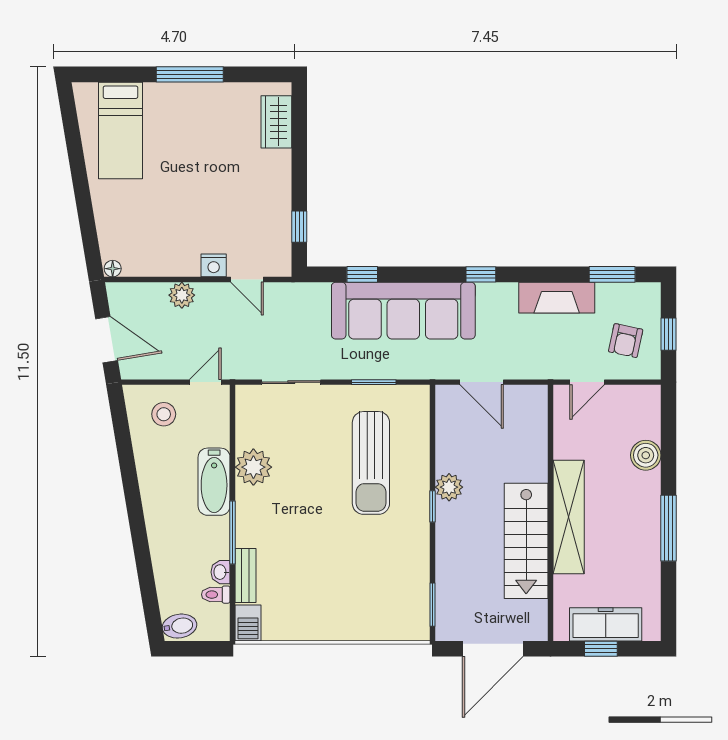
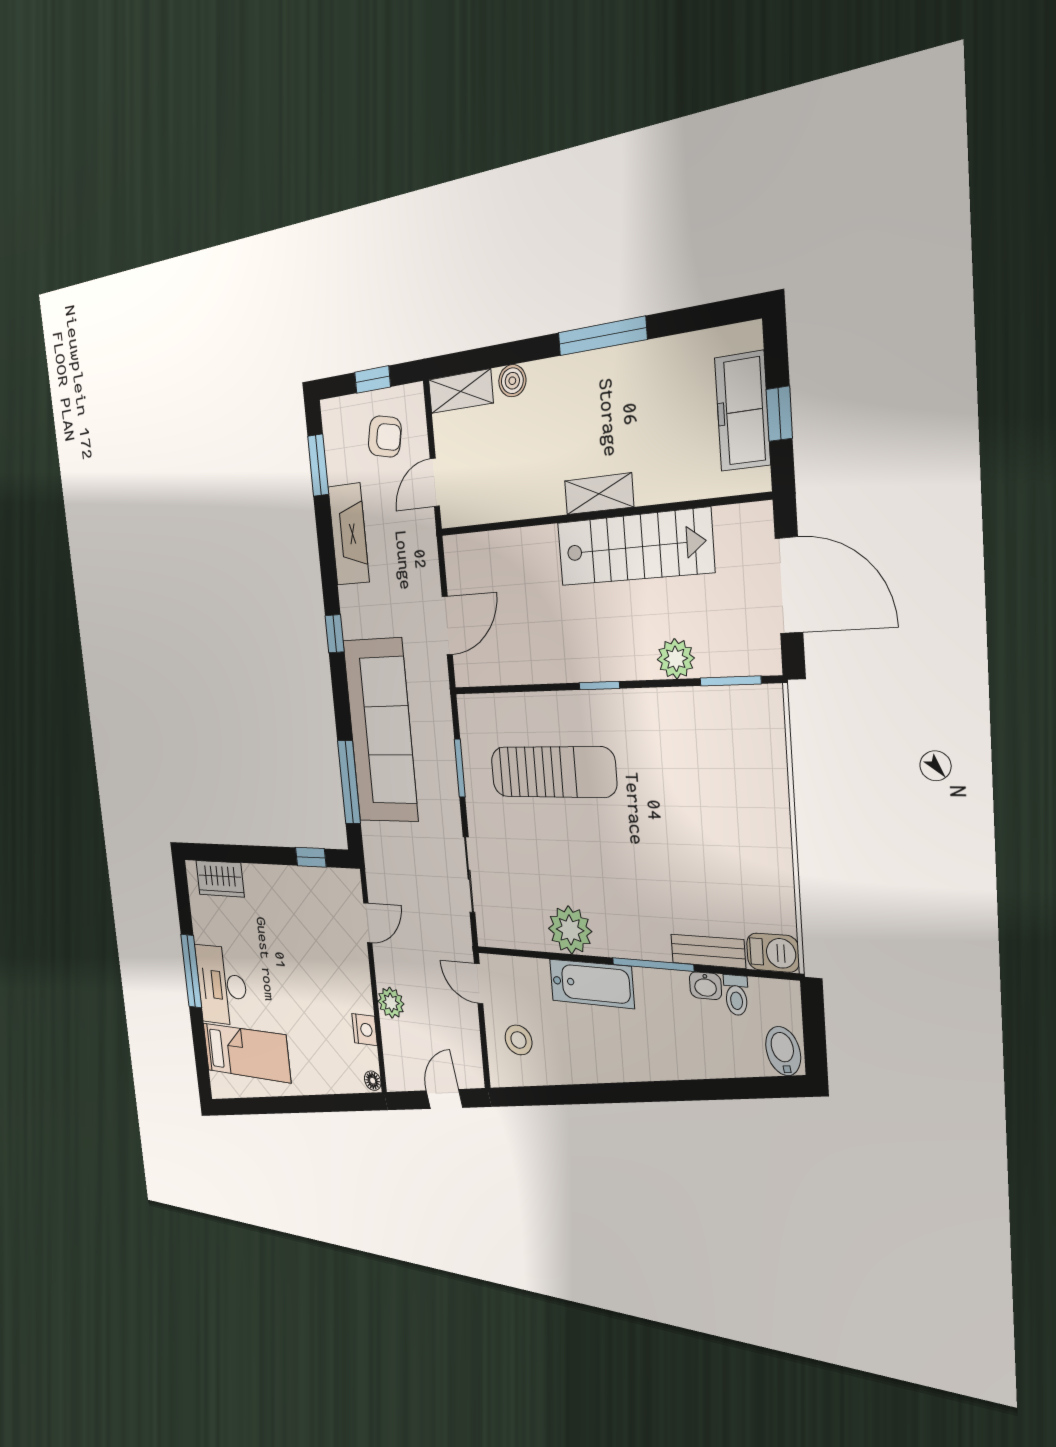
desk: (180, 110) -> (222, 985), added
nightstand: (214, 265) -> (365, 1030), moved
window: (362, 274) -> (349, 782), width x2.17
door: (107, 340) -> (444, 1099), width x0.73
door: (587, 382) -> (435, 482), swing flipped
shelving: (649, 411) -> (461, 391), added
boiler: (646, 455) -> (512, 381), width x0.73, depth x0.73
plant: (449, 487) -> (676, 659), moved
shelving: (569, 517) -> (599, 494), width x0.45, depth x0.75

